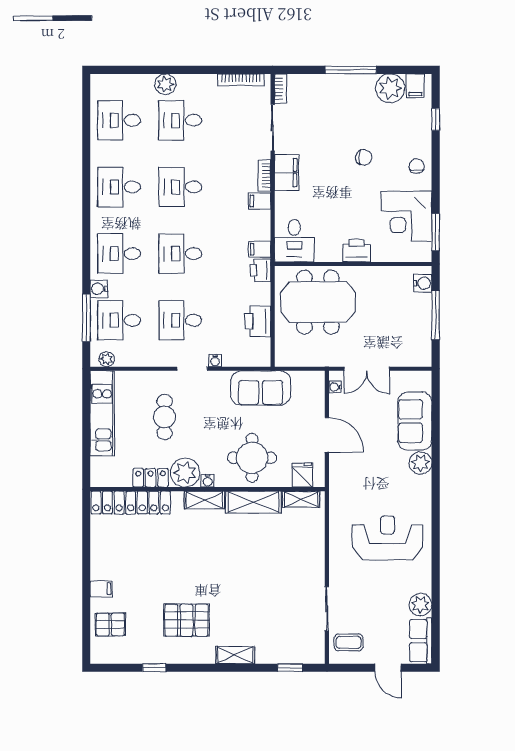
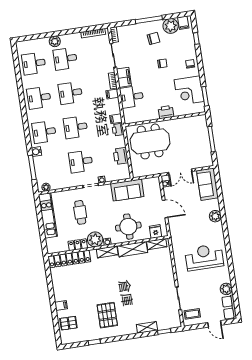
chair: (354, 107) -> (154, 38), added
desk: (294, 241) -> (132, 97), moved, turned 90
water cooler: (423, 283) -> (202, 124), removed
desk: (119, 320) -> (49, 166), removed
sofa: (415, 421) -> (207, 184), moved
pallet: (186, 620) -> (107, 315), turned 90
shelving: (235, 655) -> (147, 327), moved

